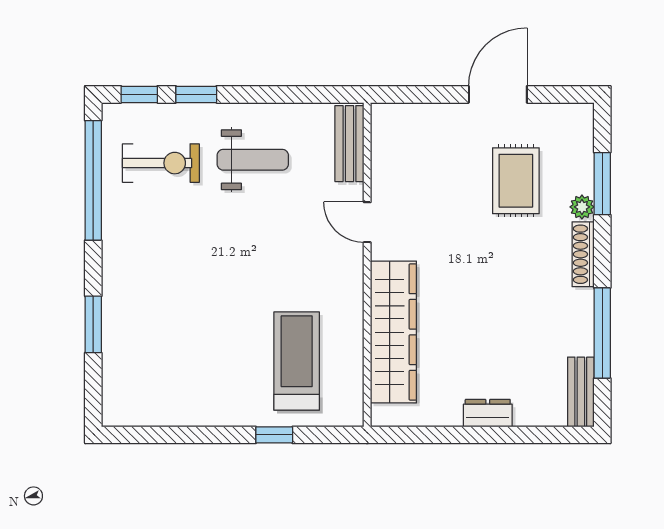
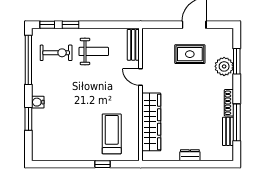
rug: (516, 181) -> (190, 54), moved, turned 90
plant: (582, 207) -> (224, 66), width x1.88, depth x1.88
shoe rack: (583, 254) -> (229, 103), moved
water cooler: (116, 284) -> (38, 102), added
bench: (581, 392) -> (228, 131), moved

